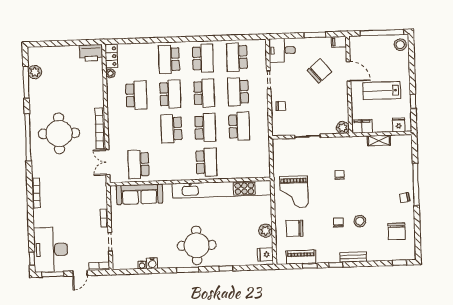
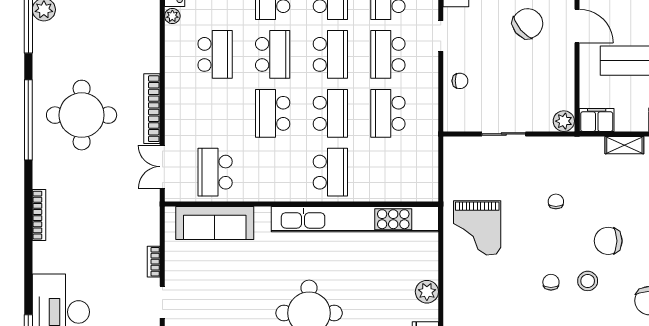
school desk: (239, 126) -> (388, 113), turned 180
chair: (295, 228) -> (608, 241), moved

